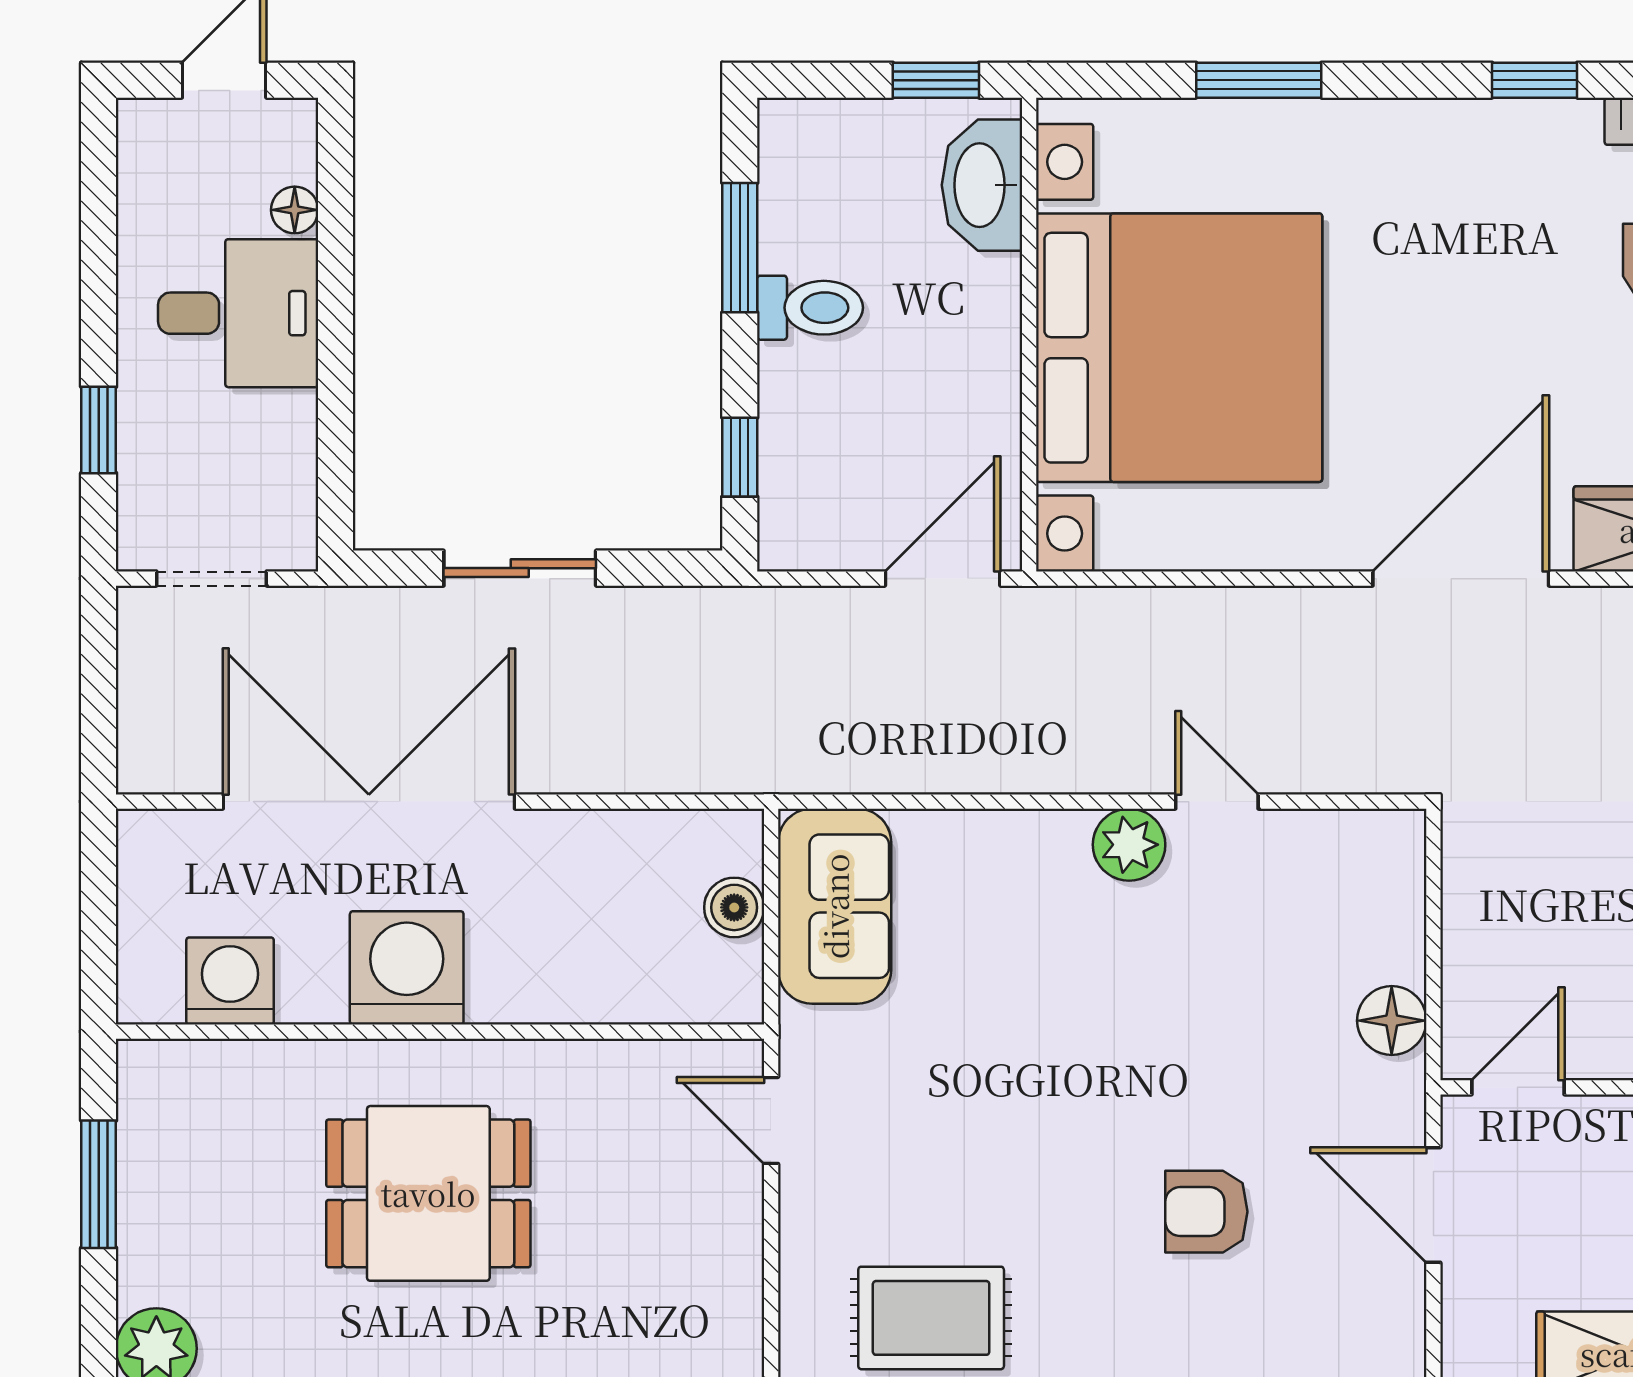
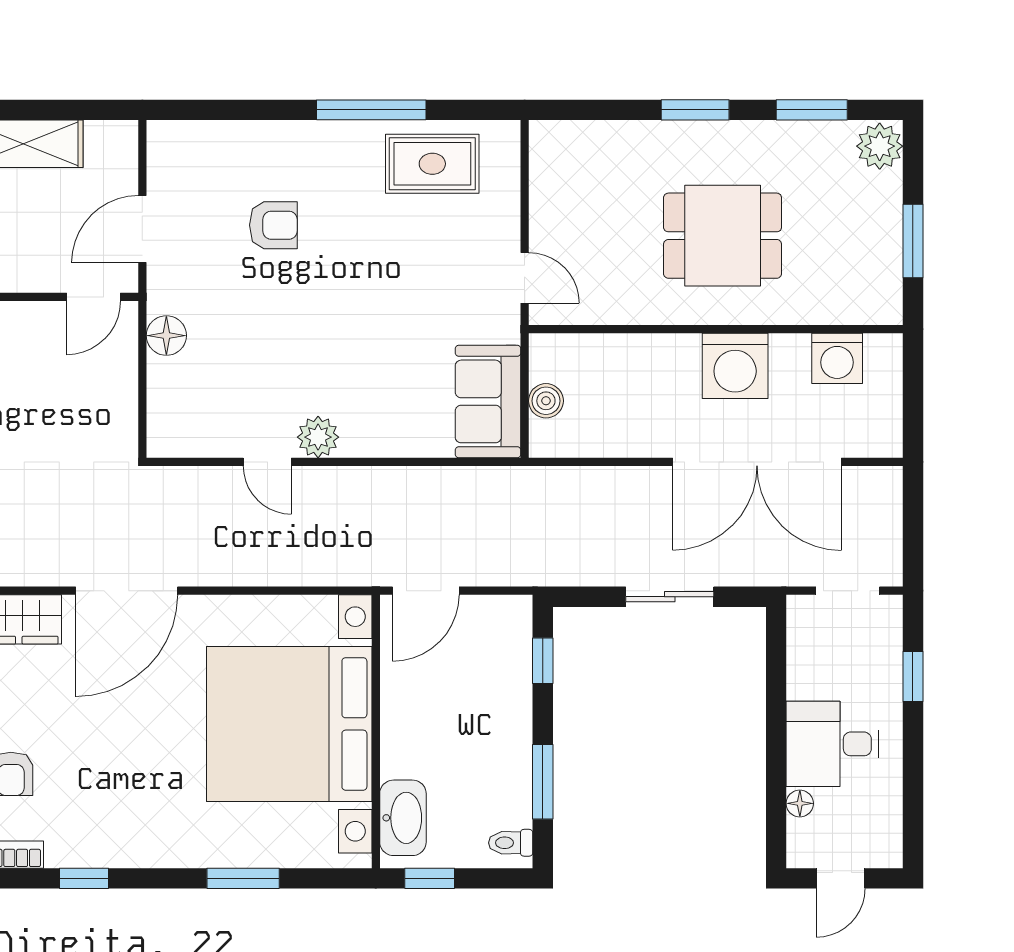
toilet: (810, 308) -> (511, 843), moved, width x0.73, depth x0.72
door: (1433, 1205) -> (142, 229), swing flipped

